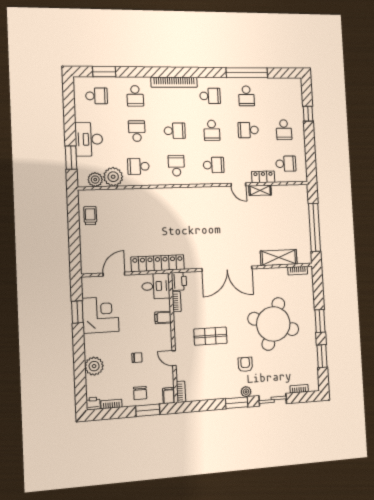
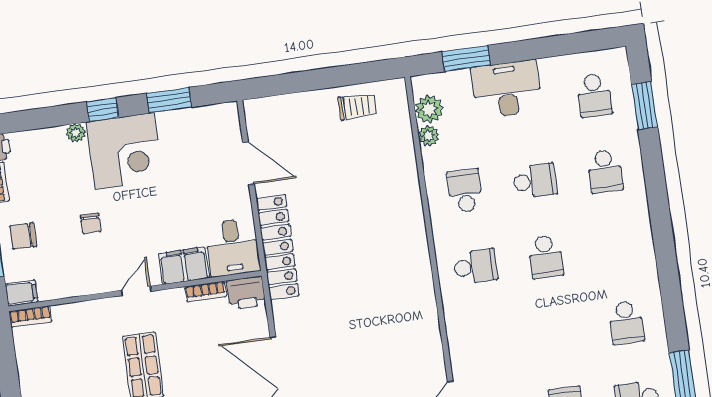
bookcase: (174, 82) -> (644, 246), removed
school desk: (135, 96) -> (605, 171), turned -90
school desk: (212, 130) -> (556, 332), removed
school desk: (214, 165) -> (486, 342), removed
plant: (113, 177) -> (428, 136), width x0.53, depth x0.53
corner desk: (100, 315) -> (125, 151), moved
filing cabinet: (163, 318) -> (184, 266), width x2.00
window: (79, 347) -> (103, 110), added
door: (174, 358) -> (136, 291), moved
plant: (94, 366) -> (76, 133), width x0.53, depth x0.53

